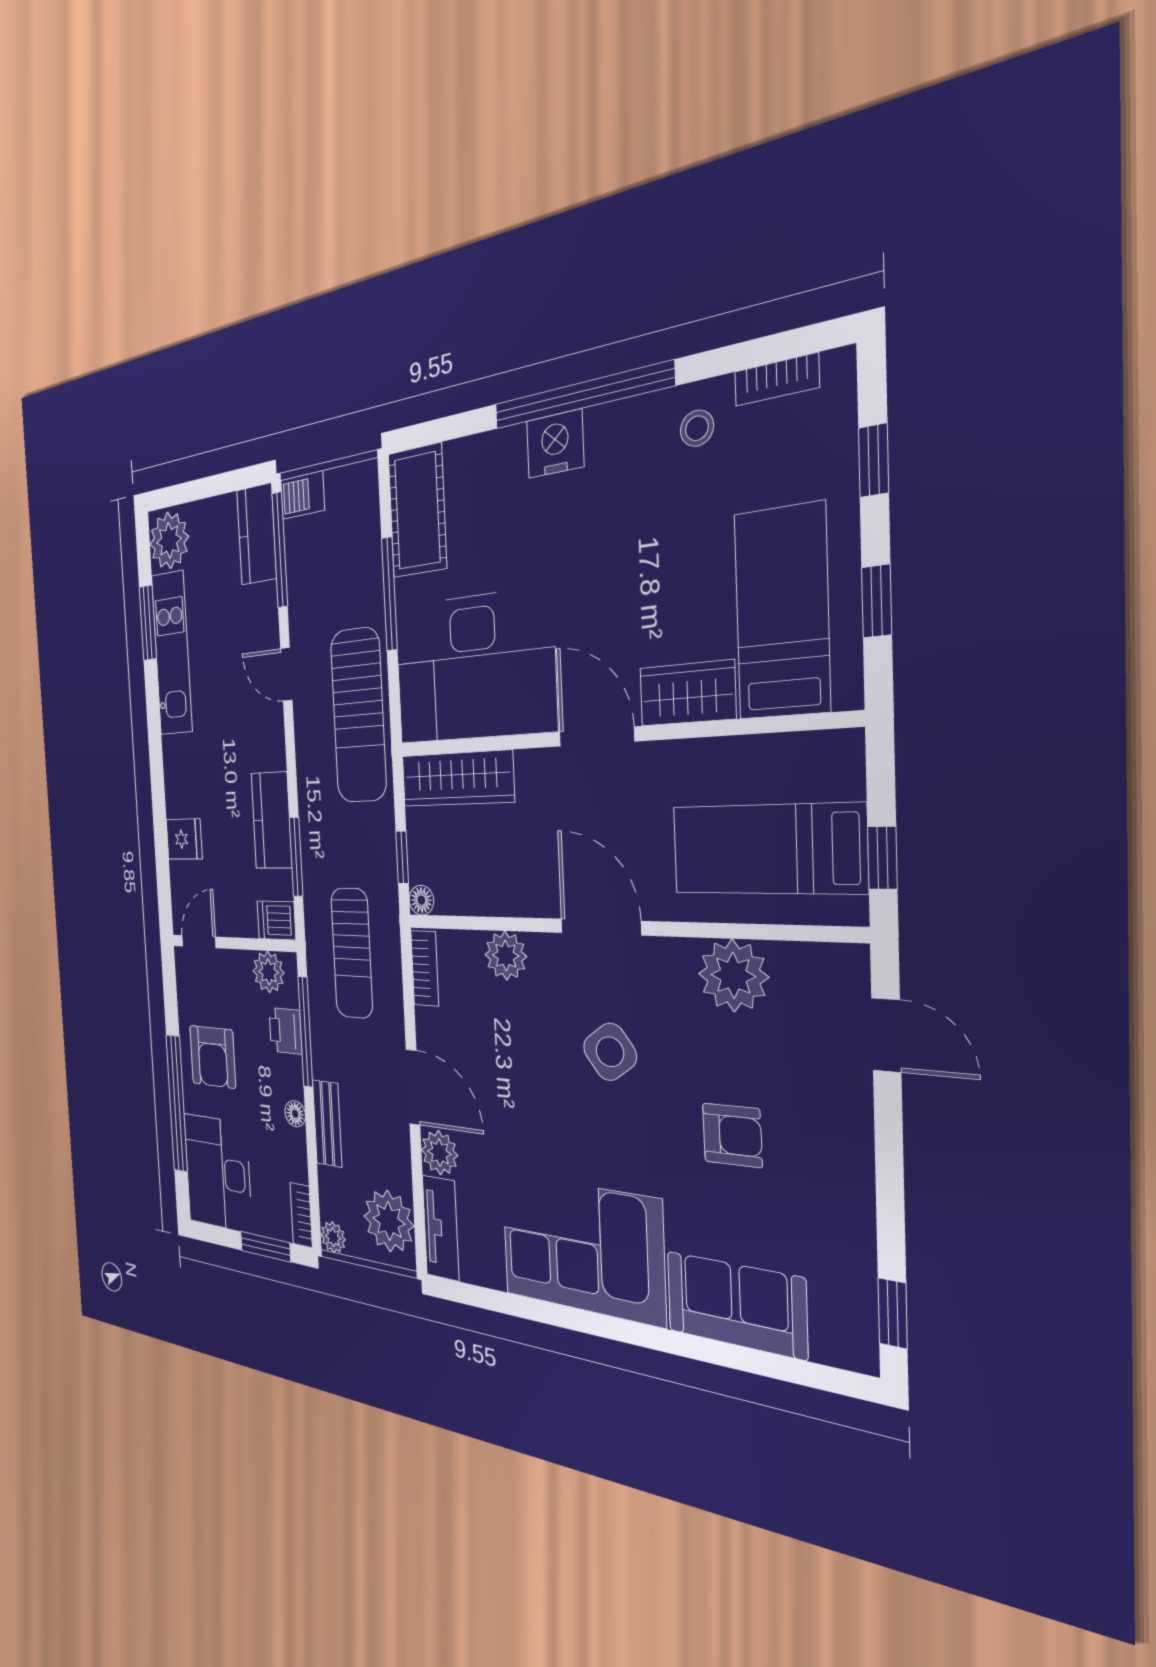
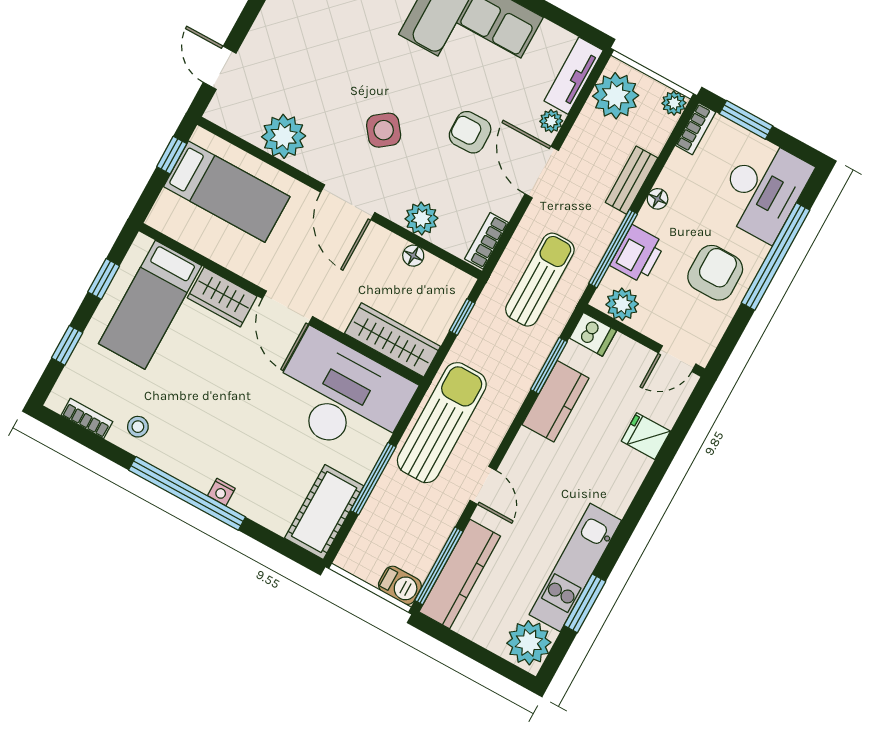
nightstand: (555, 444) -> (221, 492), width x0.53, depth x0.56
kitchen counter: (257, 534) -> (460, 574), width x1.50
floor lamp: (421, 900) -> (413, 256), moved
printer: (285, 1031) -> (638, 254), width x1.36, depth x1.24
armchair: (732, 1135) -> (470, 132), moved
plant: (439, 1153) -> (551, 121), width x0.73, depth x0.73

